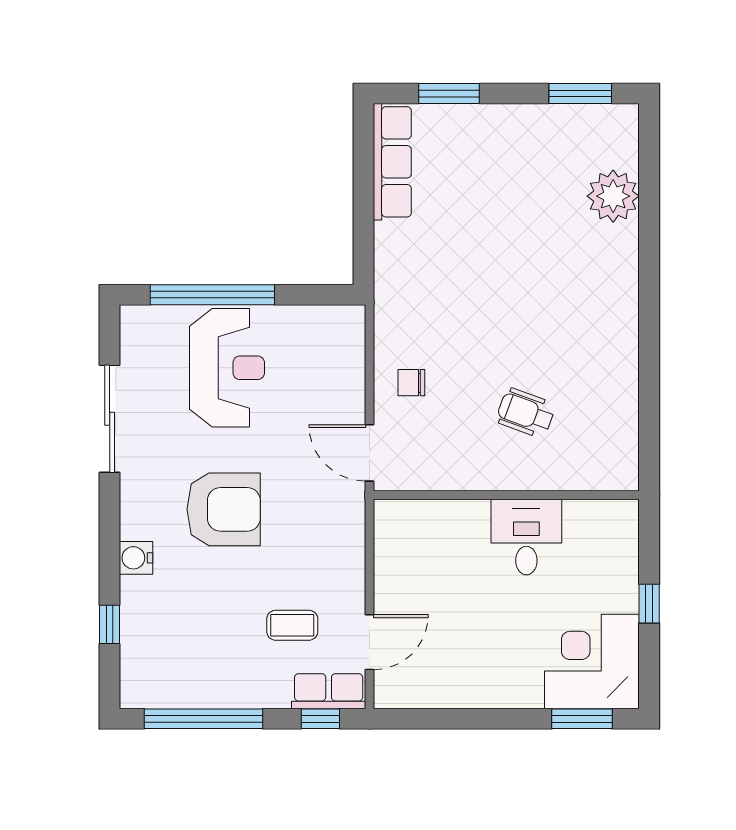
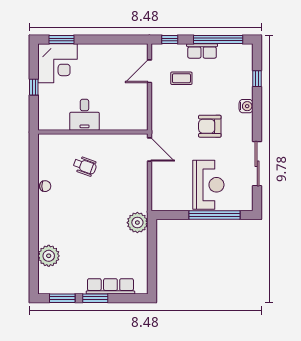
window: (449, 93) -> (95, 298), moved
row of seats: (392, 162) -> (110, 286), moved, turned 90
plant: (399, 276) -> (137, 223), added
reception desk: (227, 368) -> (208, 185), turned 180
chair: (411, 383) -> (45, 186), moved
armchair: (224, 509) -> (210, 126), width x0.73, depth x0.73
row of seats: (329, 691) -> (202, 51), moved

